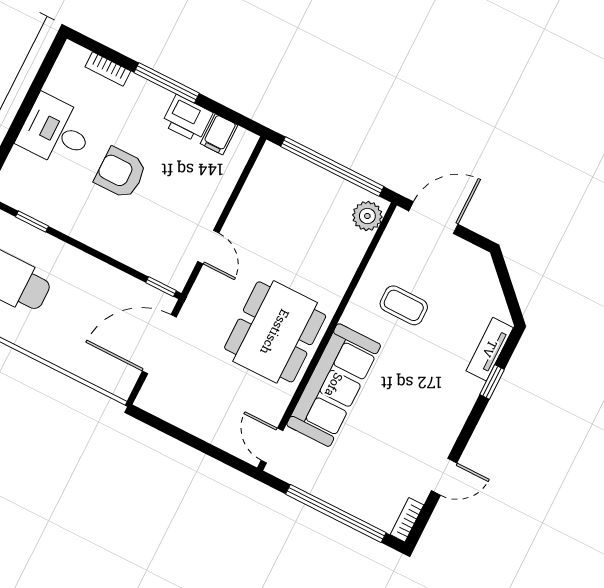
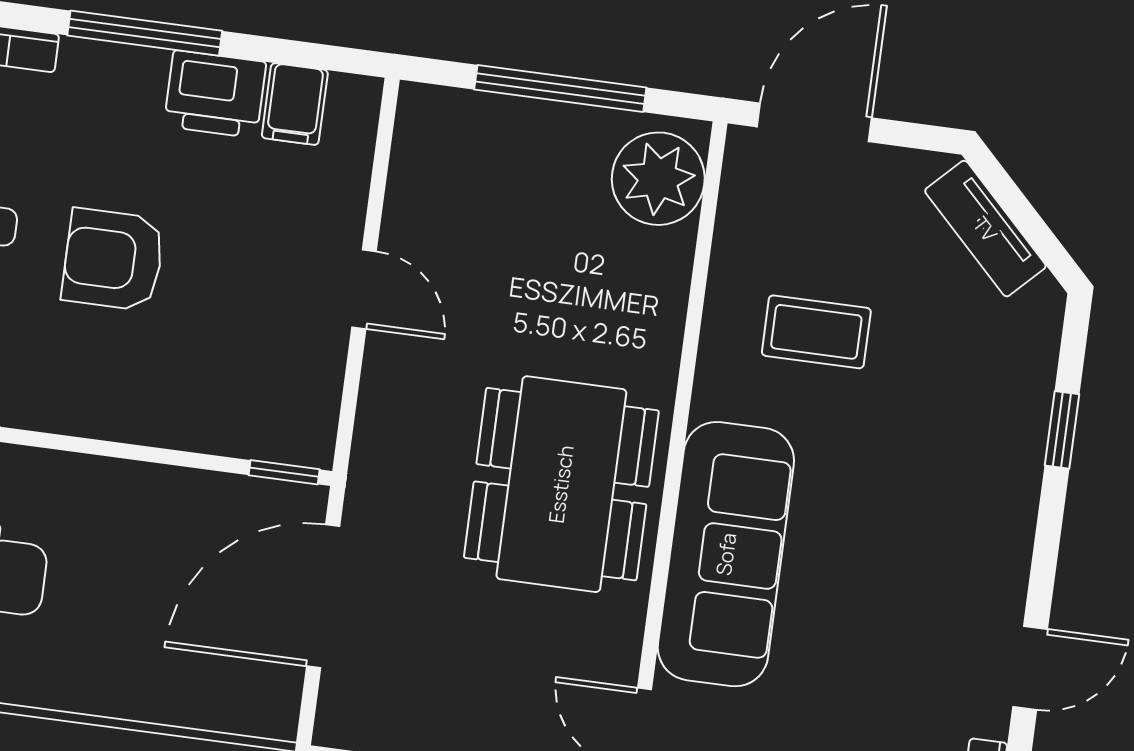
window: (332, 167) -> (560, 88), width x0.68
plant: (367, 216) -> (658, 179), width x1.36, depth x1.36
door: (208, 247) -> (364, 289), moved
tv unit: (490, 349) -> (985, 229), moved, turned -45

